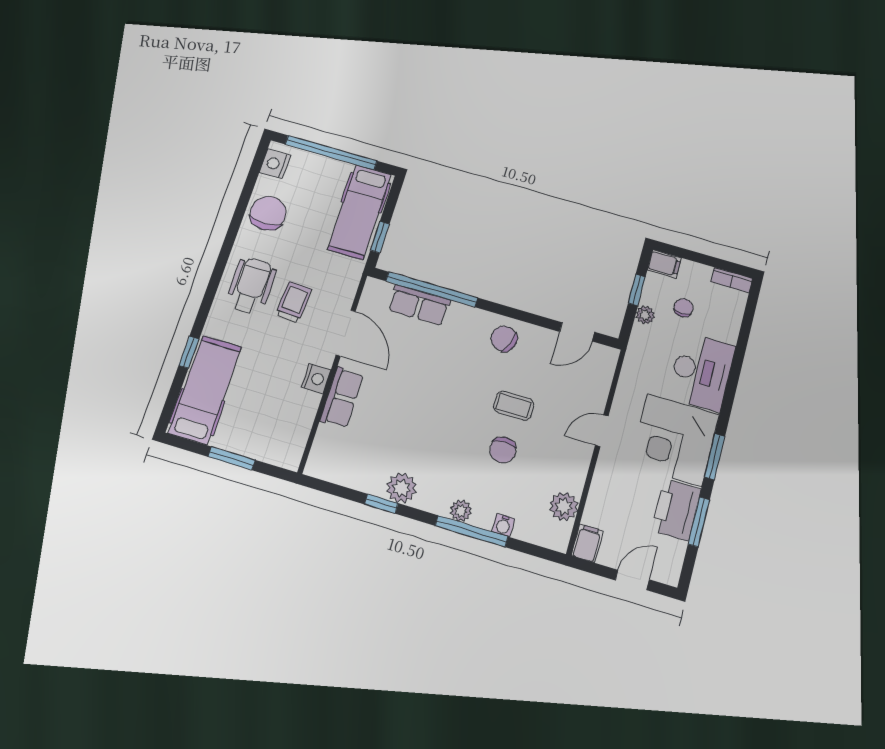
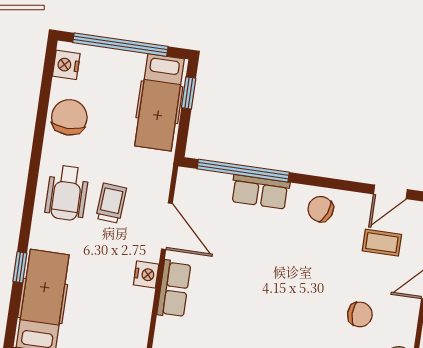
window: (380, 237) -> (189, 93), moved
wheelchair: (251, 286) -> (67, 193), turned 180
row of seats: (419, 305) -> (260, 192), moved
coffee table: (514, 406) -> (382, 243), moved
chair: (503, 450) -> (360, 314), moved, turned -90

